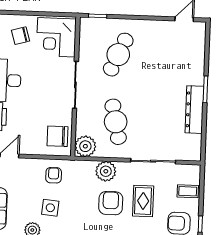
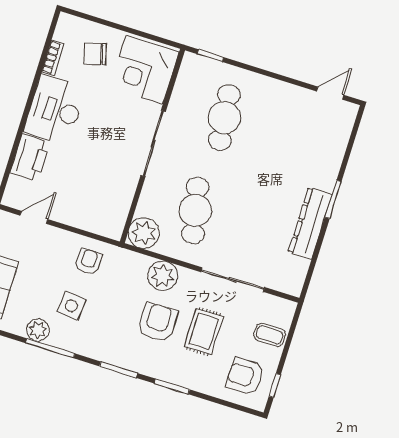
cafe table: (118, 55) -> (224, 117), turned -30
chair: (57, 136) -> (108, 209), removed

